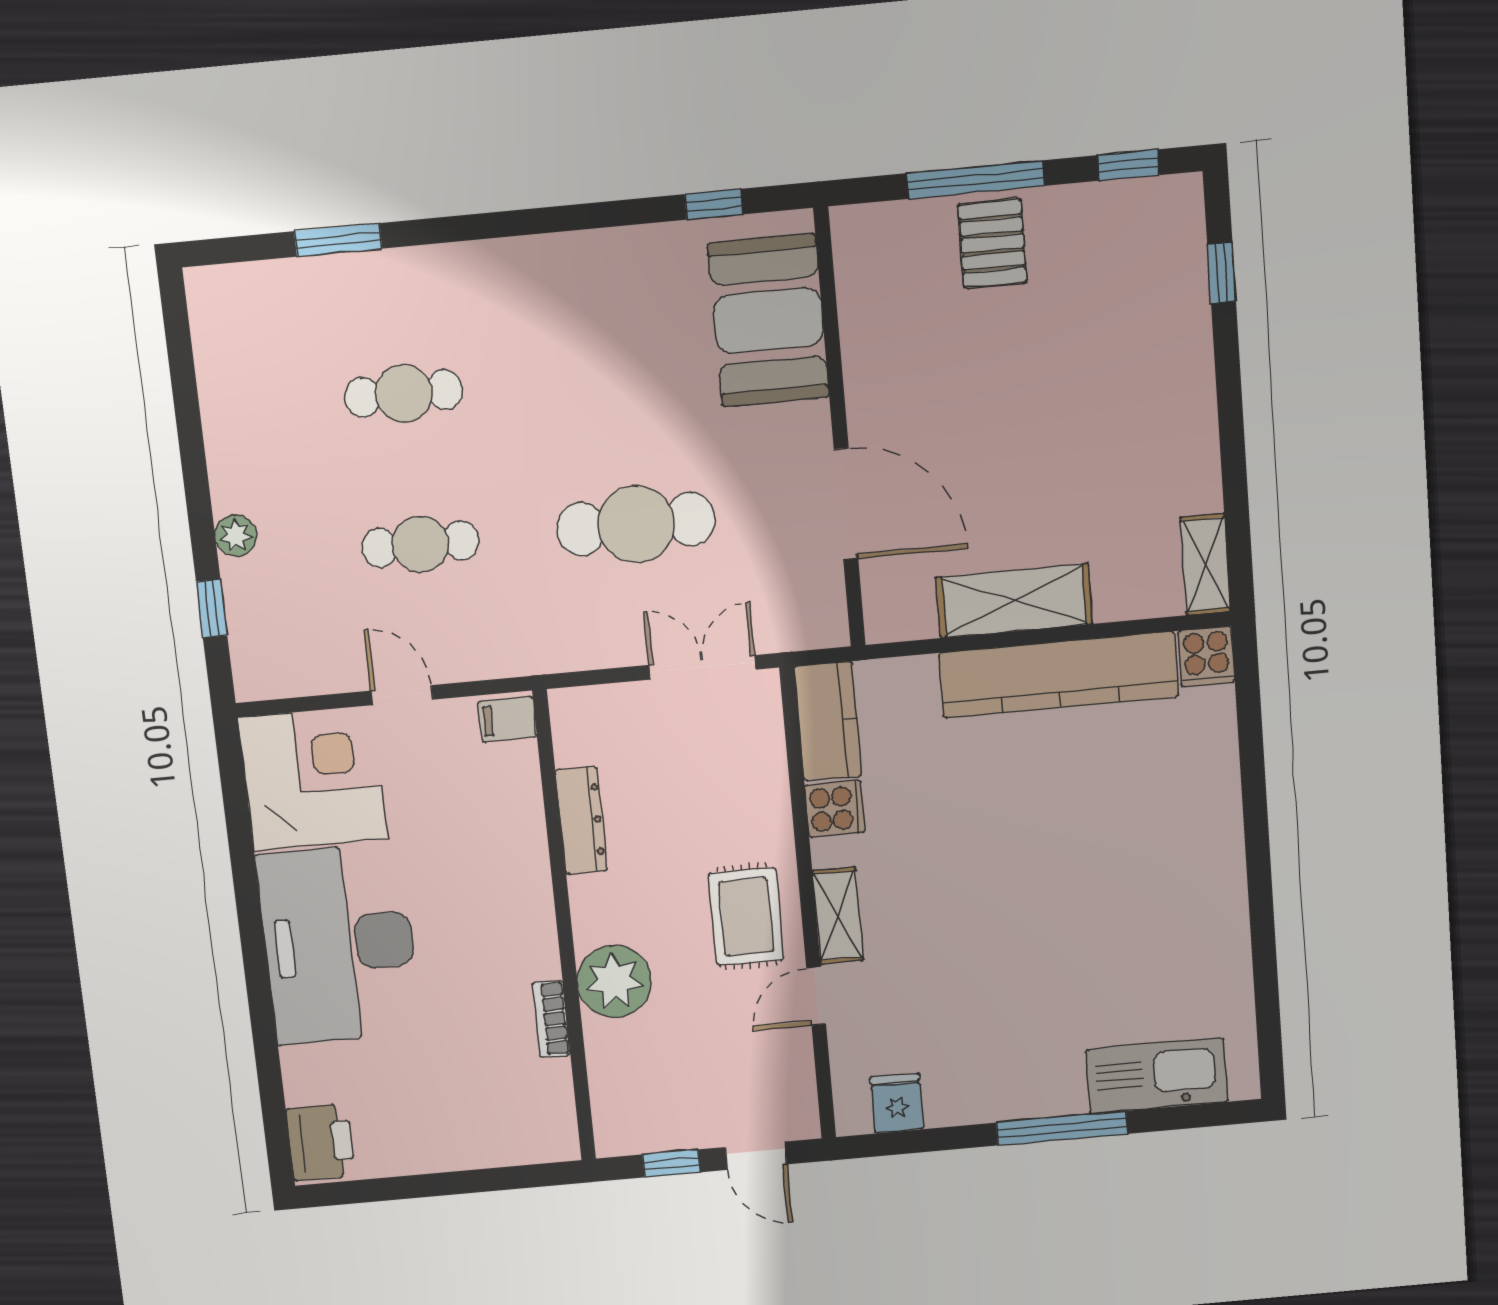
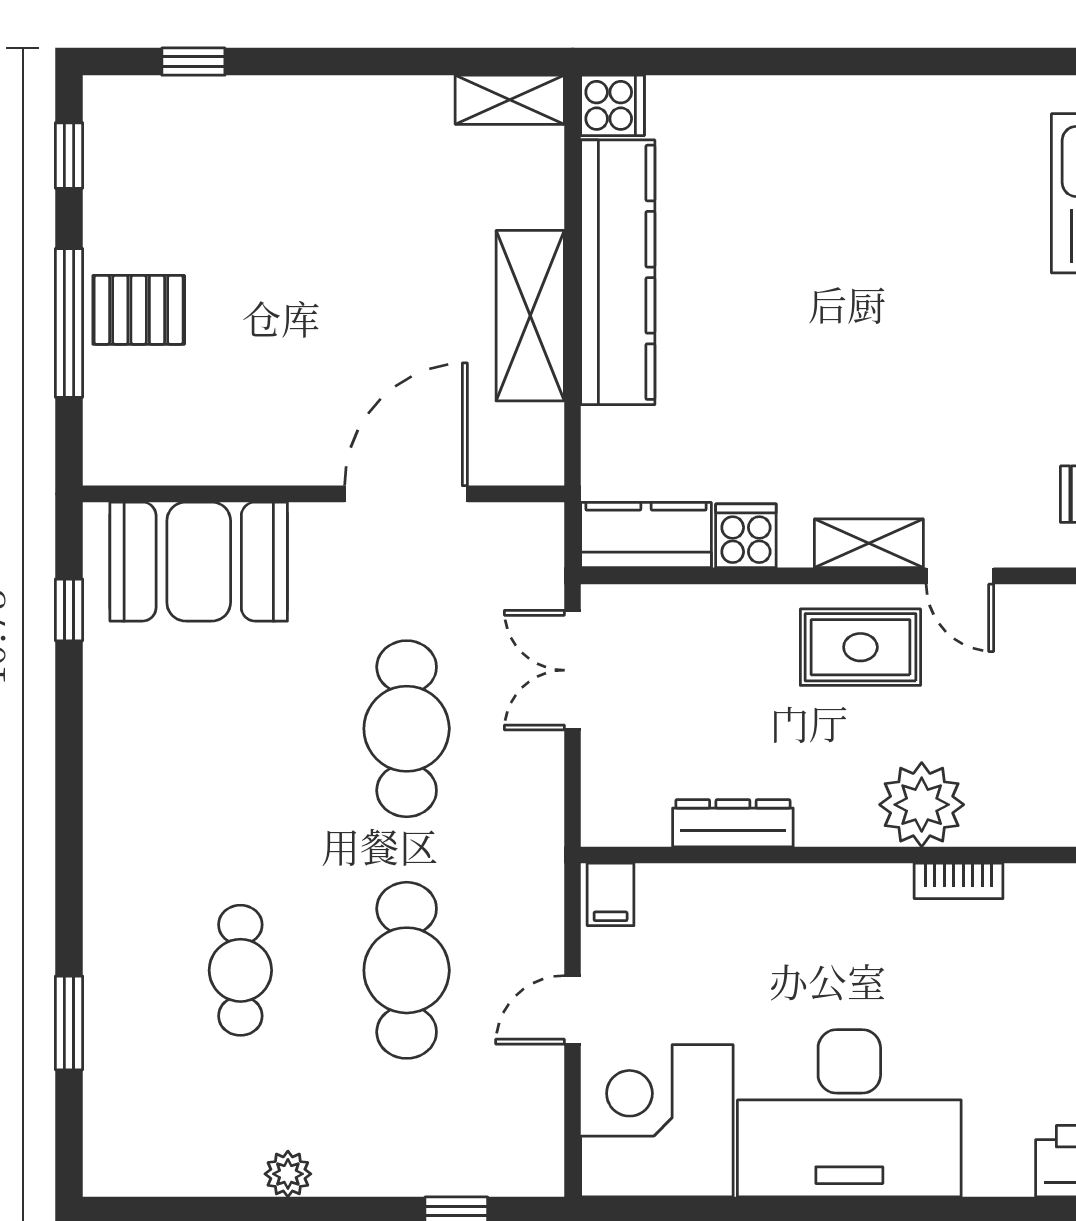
plant: (236, 536) -> (288, 1174), moved
cafe table: (420, 544) -> (407, 970), width x1.37, depth x1.35

